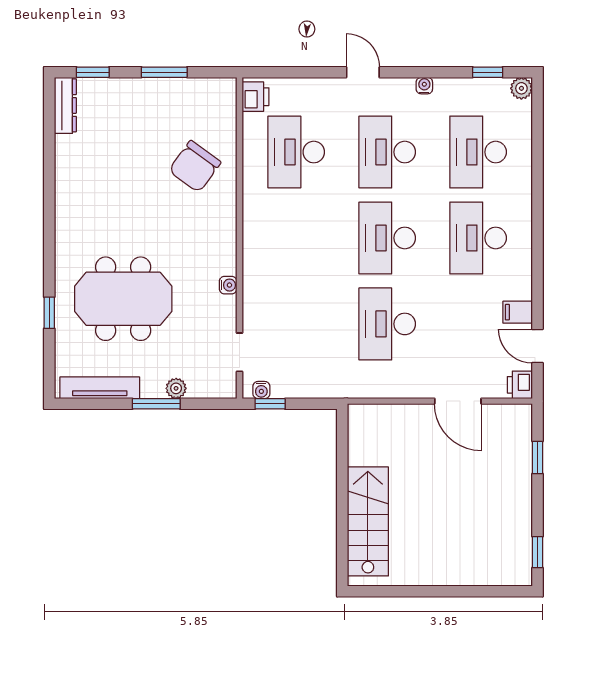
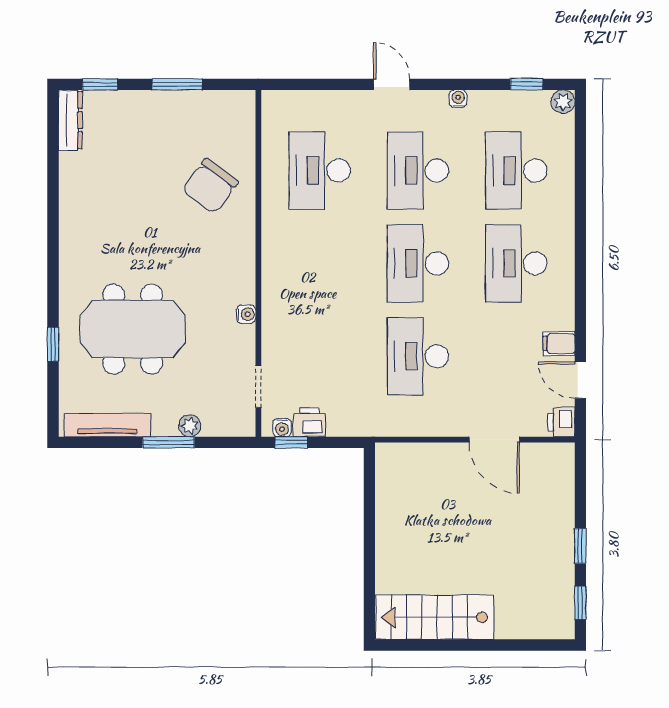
printer: (255, 97) -> (309, 422), moved, turned -90
window: (537, 458) -> (580, 546), moved
stairs: (368, 521) -> (435, 617), moved, turned -90

